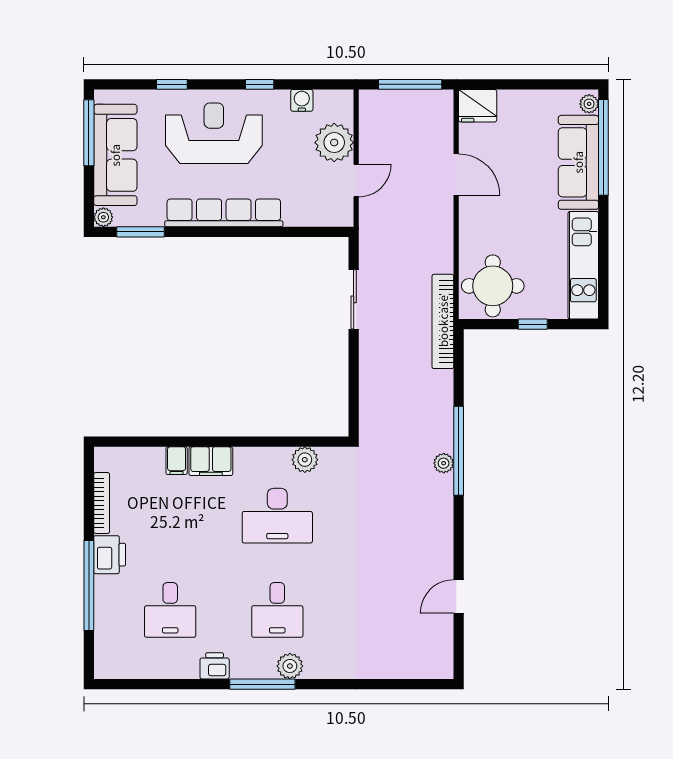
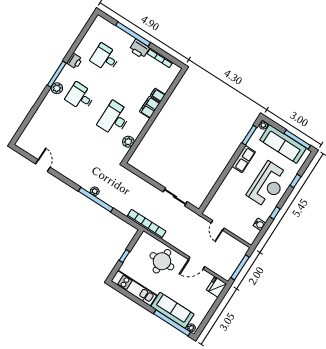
plant: (334, 143) -> (237, 226), removed
row of seats: (224, 213) -> (244, 159), width x0.50
round table: (493, 286) -> (162, 261), moved

